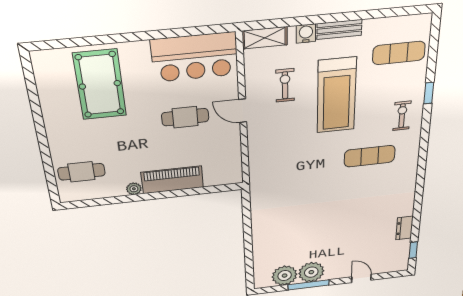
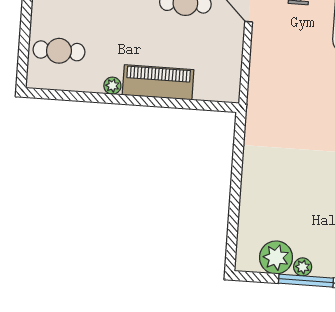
plant: (311, 272) -> (303, 267), width x0.53, depth x0.53

